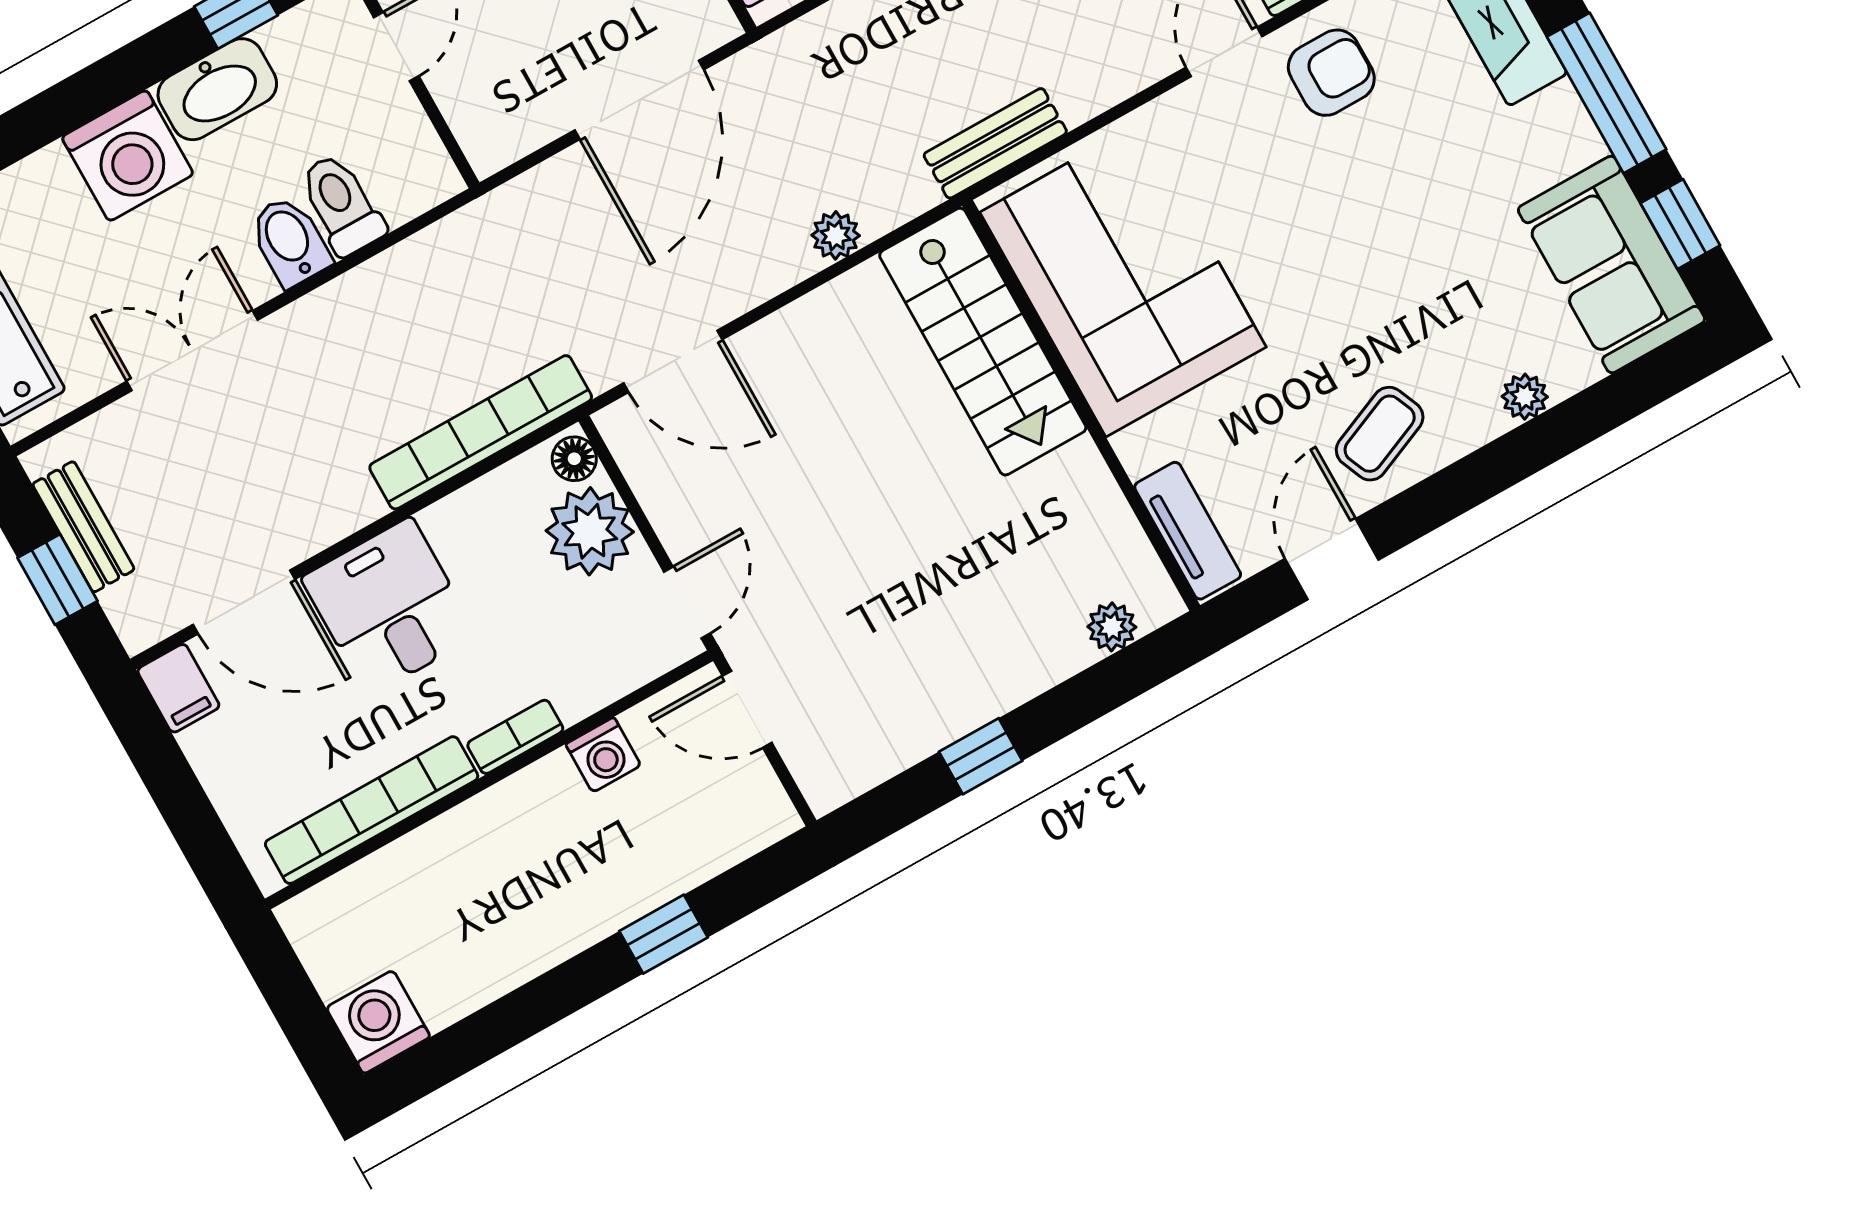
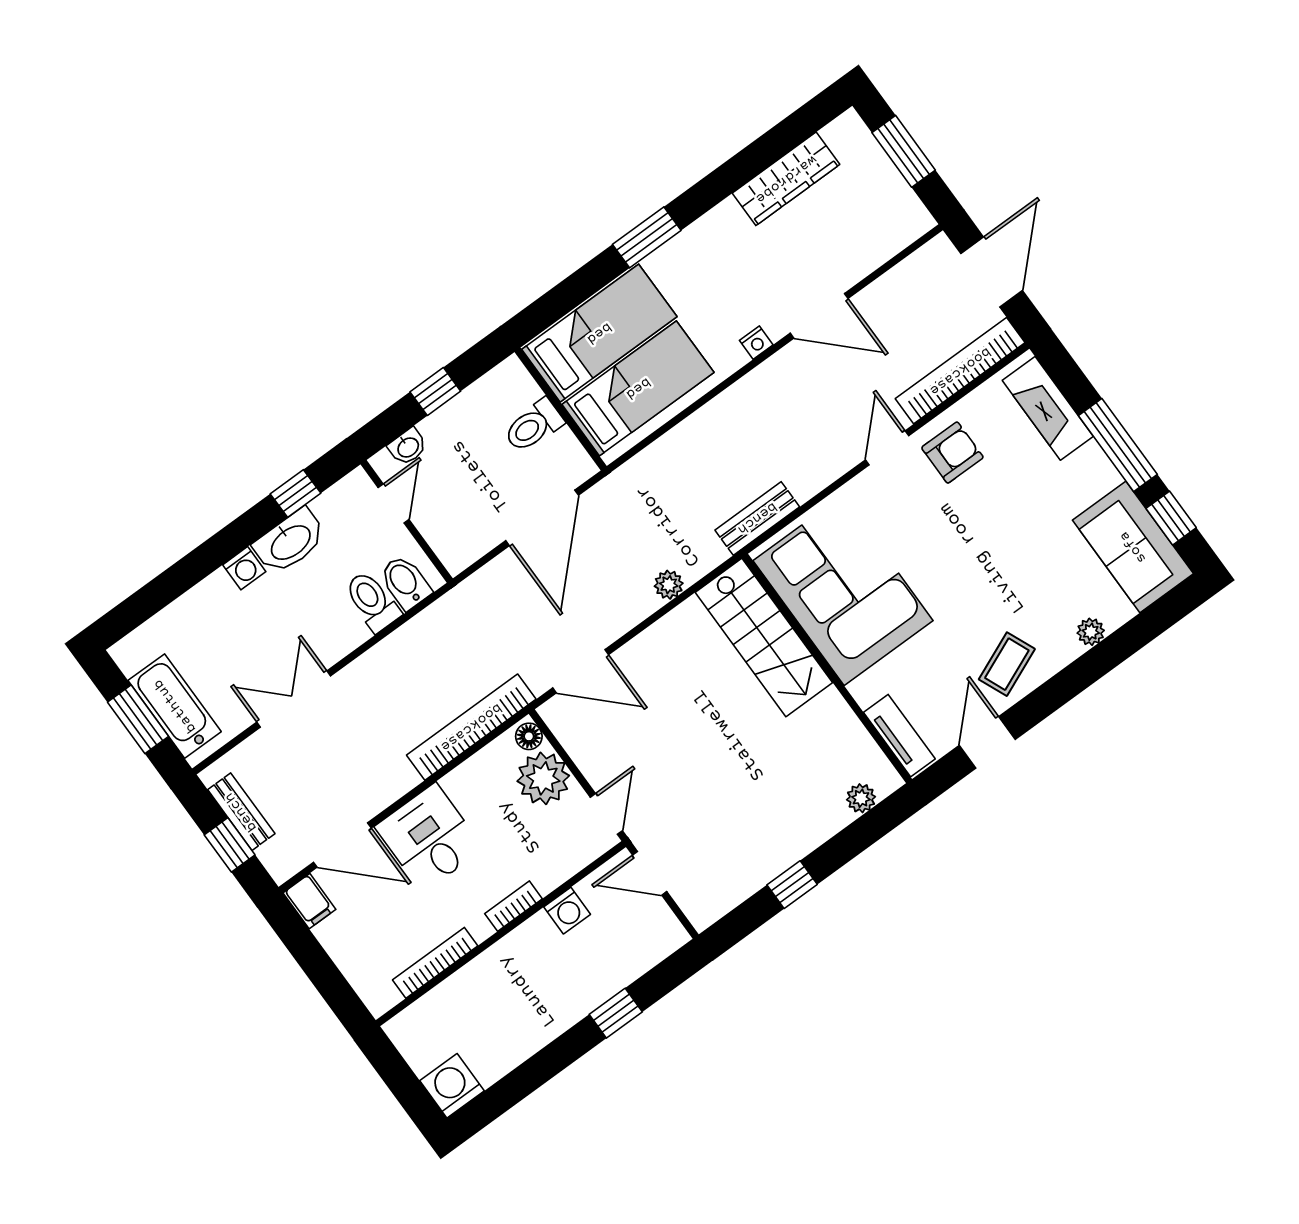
washing machine: (128, 156) -> (244, 568), width x0.53, depth x0.53
bidet: (290, 241) -> (405, 582), moved
bookcase: (372, 810) -> (435, 963), width x0.68, depth x0.76

